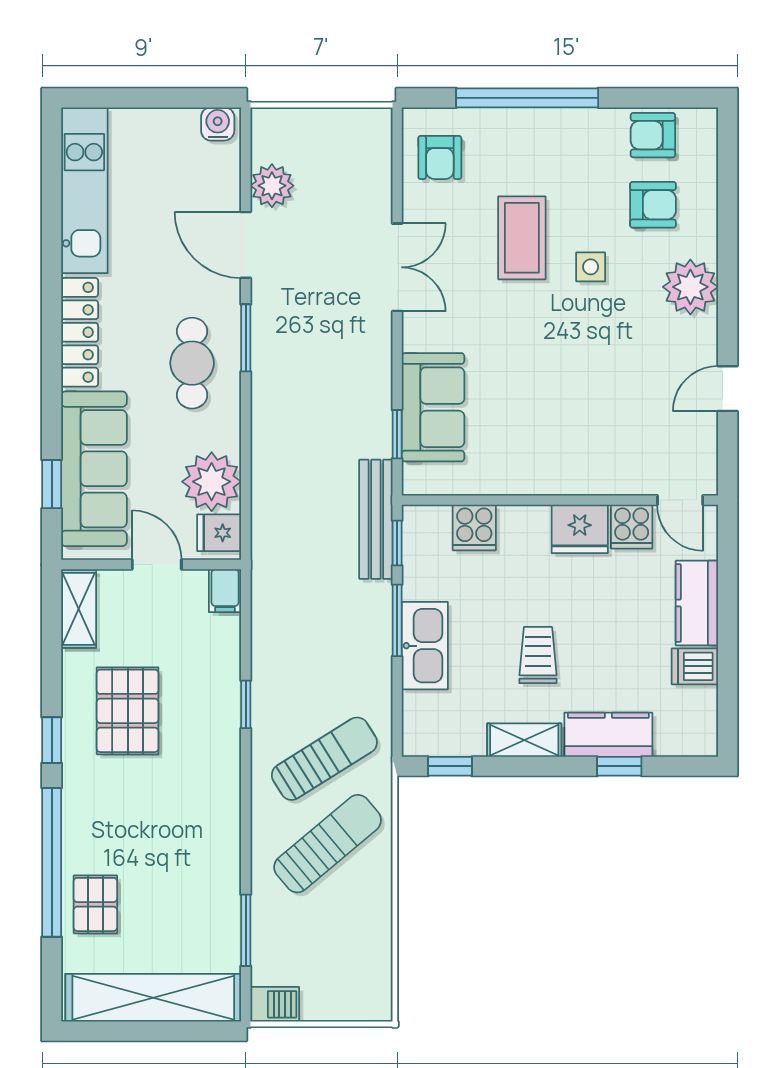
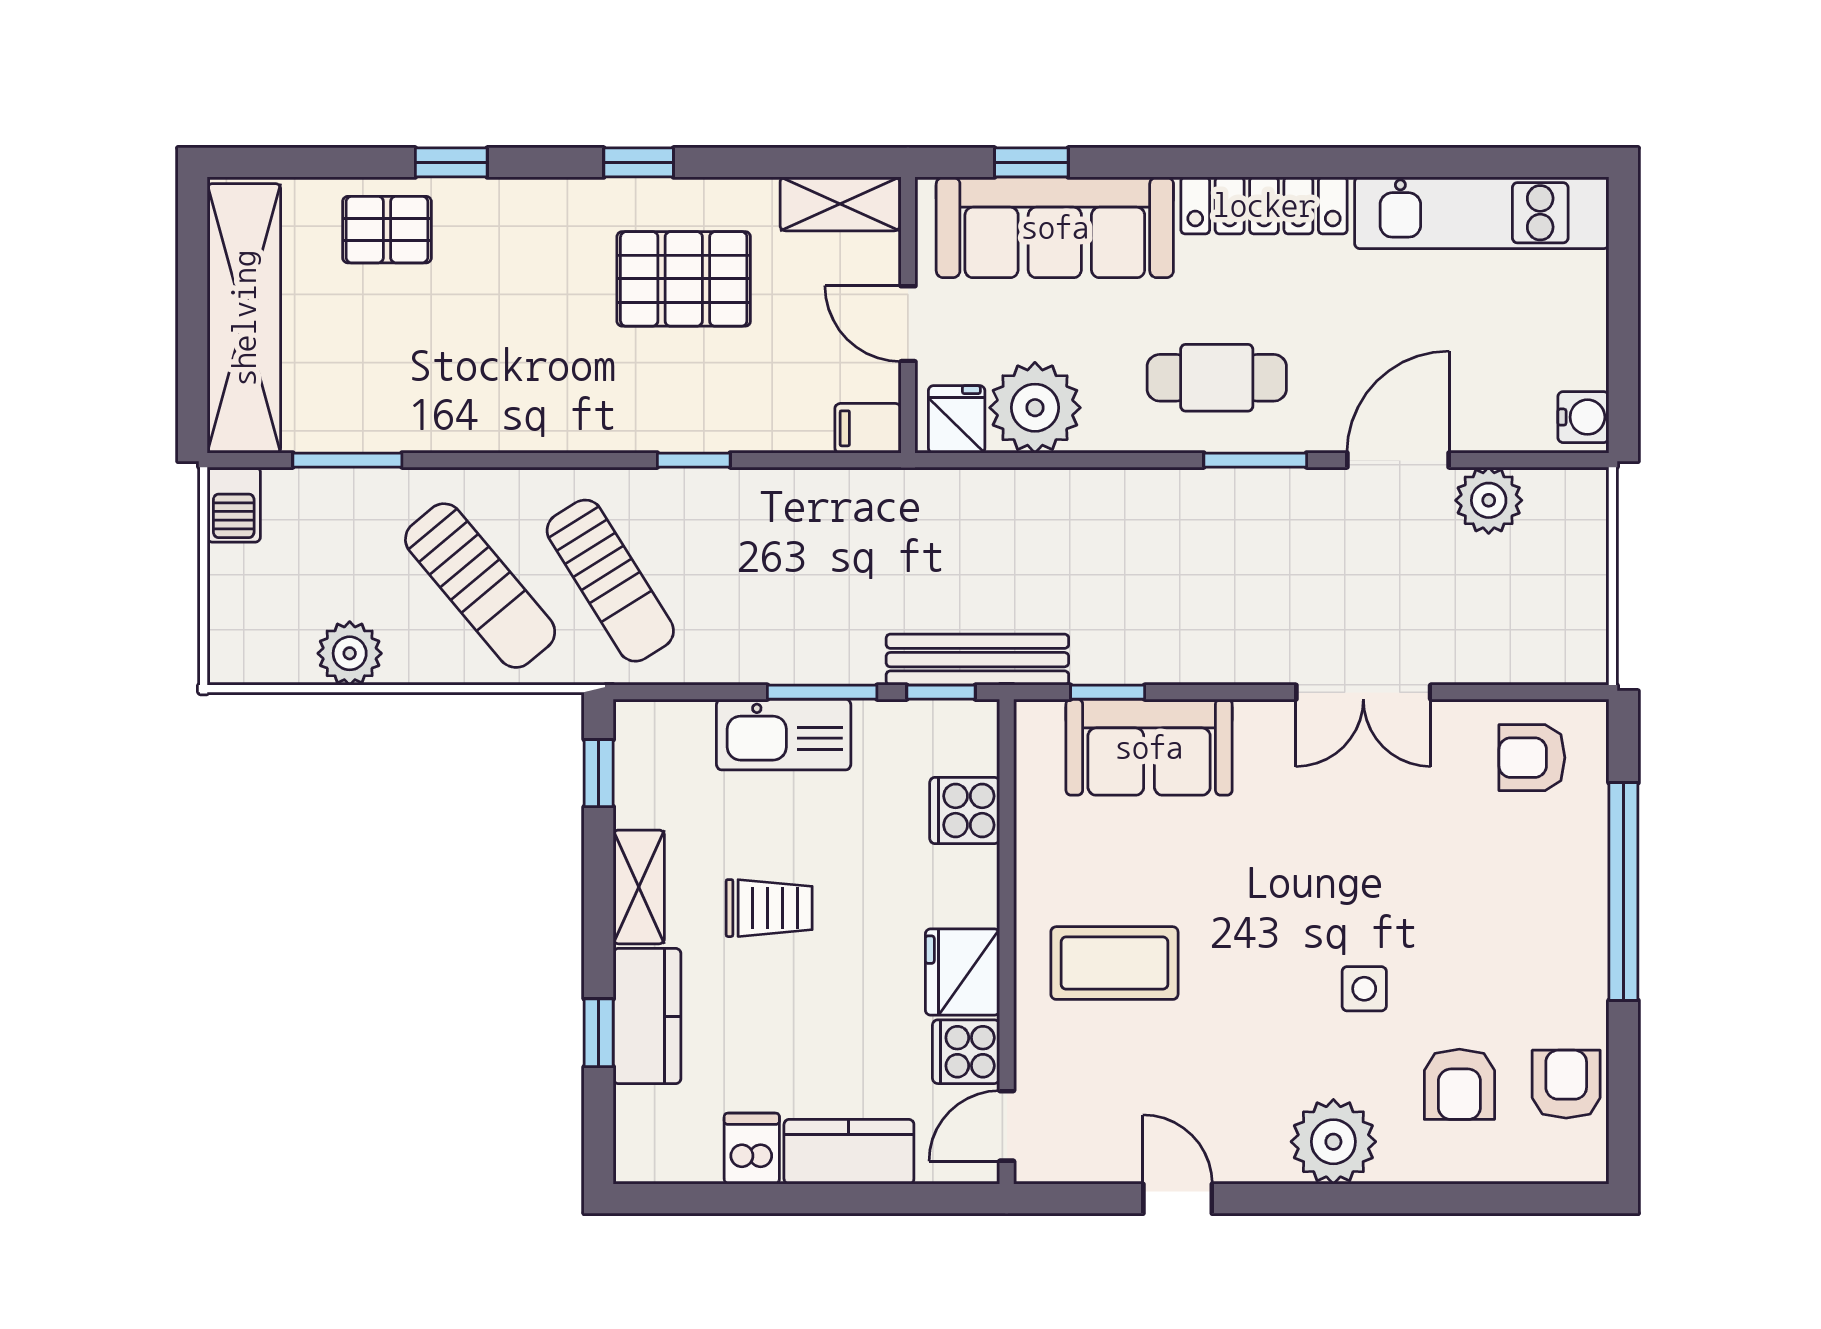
coffee table: (522, 238) -> (1114, 963), moved
door: (157, 565) -> (908, 324), swing flipped
window: (52, 862) -> (451, 162), width x0.32
plant: (372, 929) -> (350, 653), added

